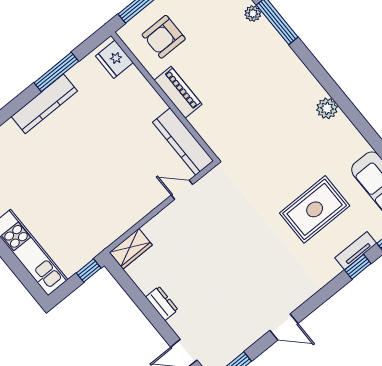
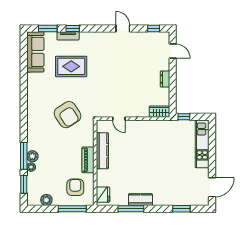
armchair: (164, 37) -> (75, 187), turned -90
kitchen counter: (44, 104) -> (140, 200), width x0.67
plant: (327, 108) -> (32, 156), moved
armchair: (262, 134) -> (68, 115), added
kitchen counter: (183, 142) -> (102, 151), moved

